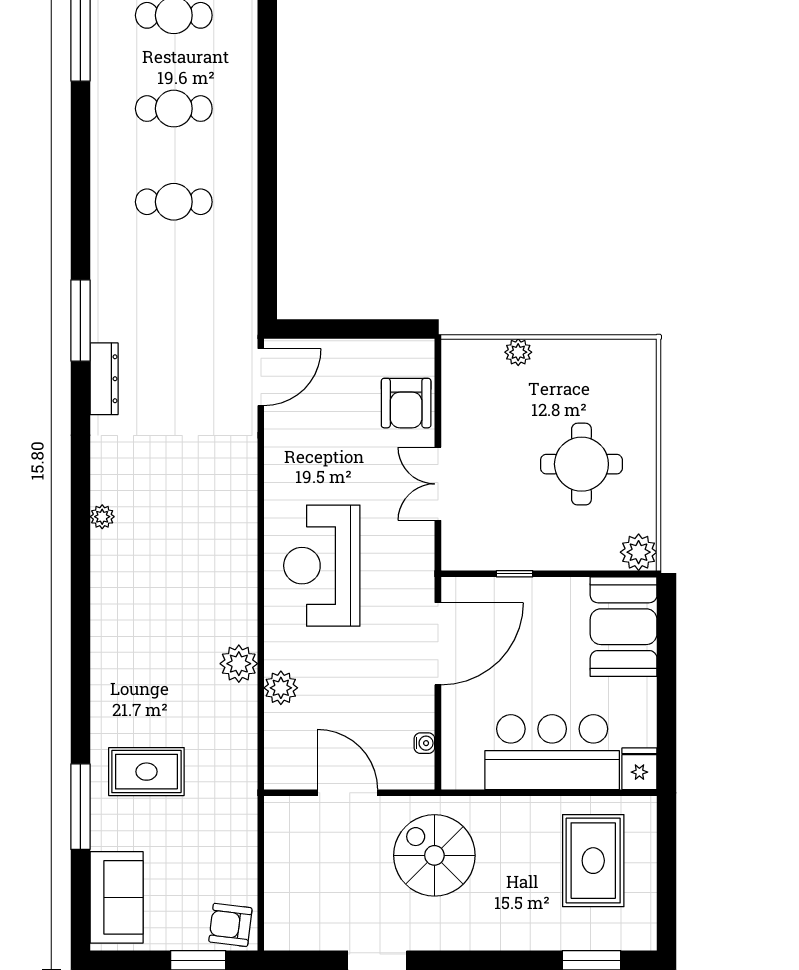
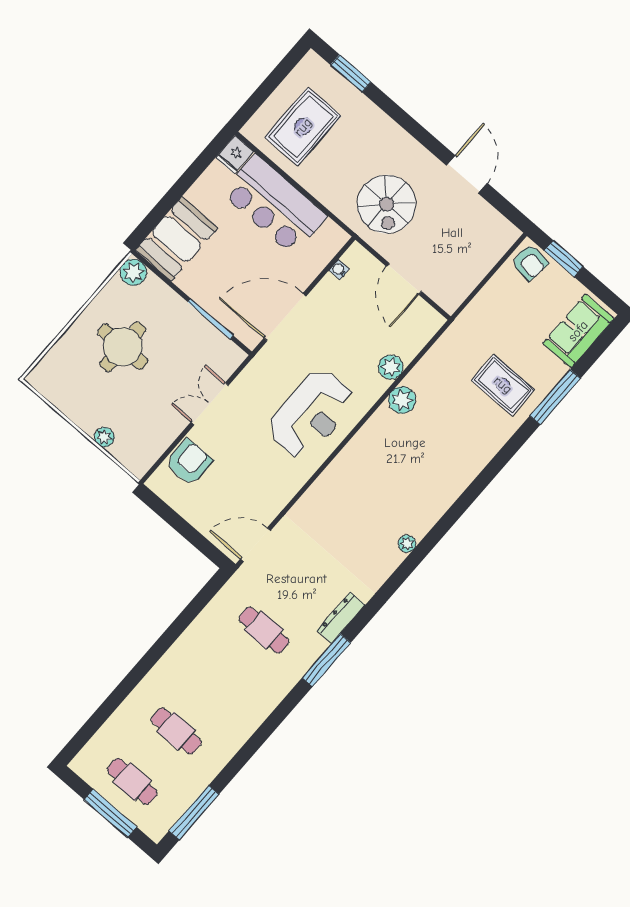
cafe table: (174, 202) -> (264, 630), moved
double door: (438, 484) -> (210, 404), swing flipped
window: (515, 574) -> (211, 319), width x2.17

